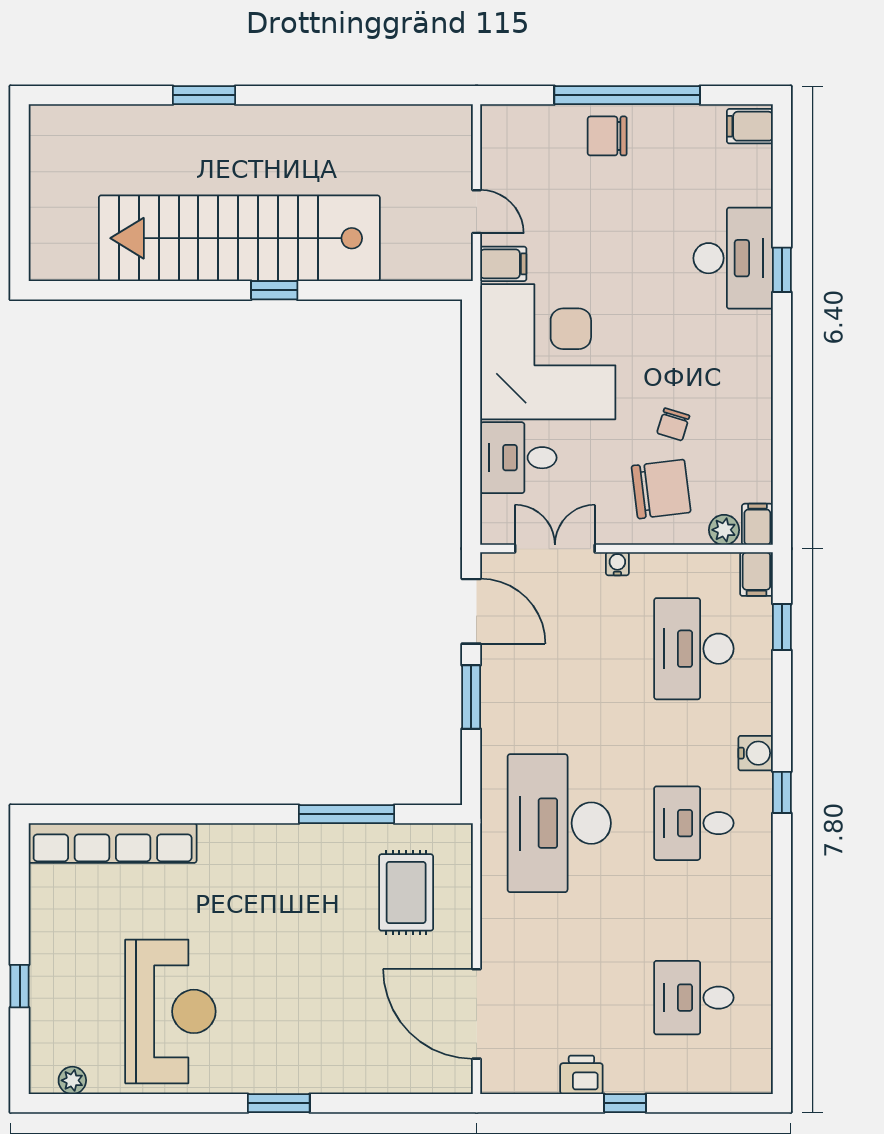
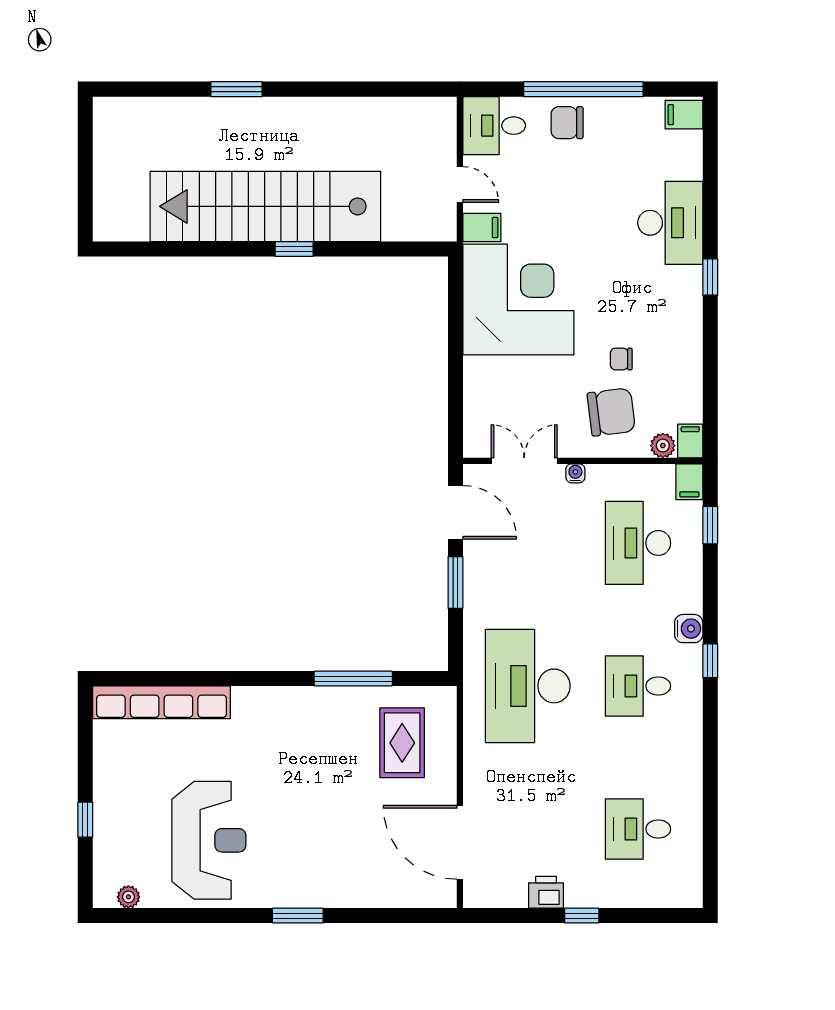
window: (782, 270) -> (710, 277), moved
chair: (673, 424) -> (621, 359), turned 73
desk: (518, 458) -> (494, 126), moved

